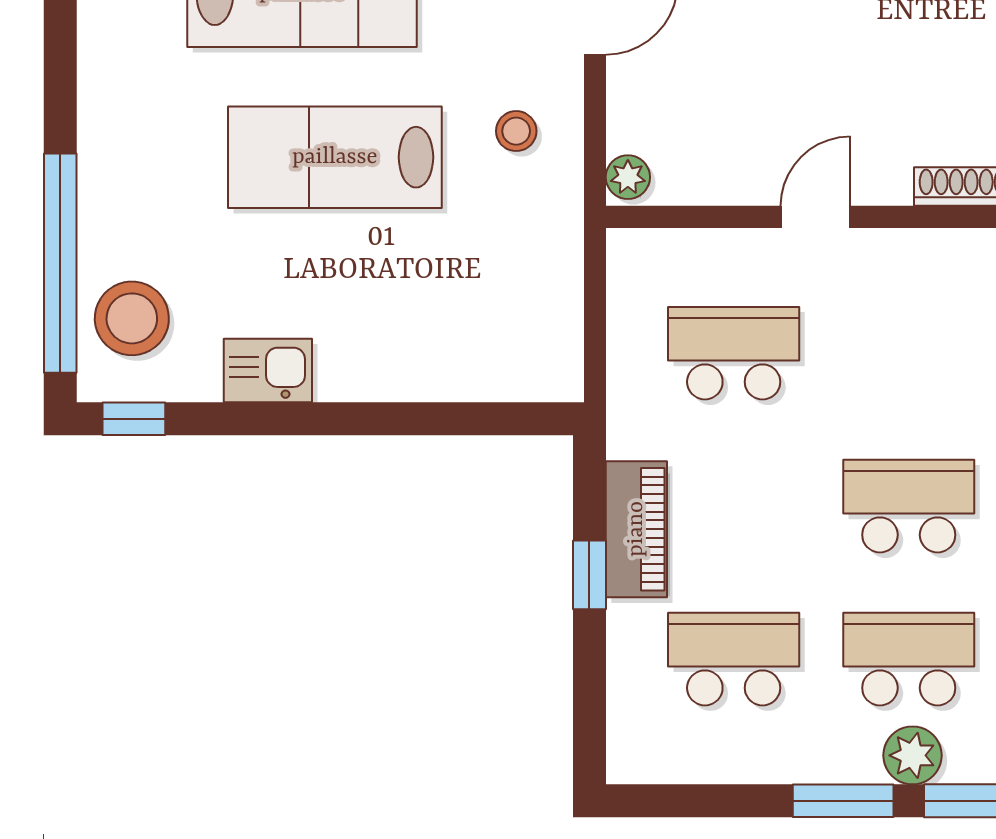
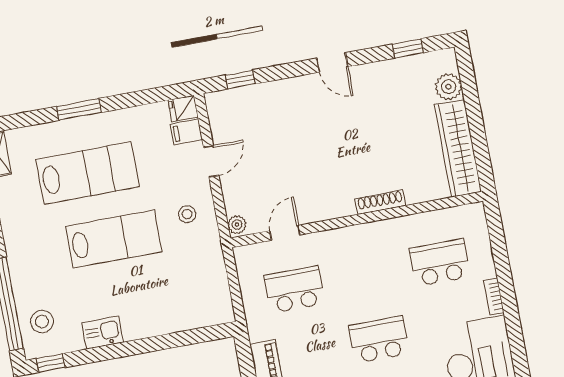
lab bench: (335, 157) -> (114, 239), turned 180
door: (816, 217) -> (285, 233), moved
stool: (132, 318) -> (42, 321), width x0.73, depth x0.73

